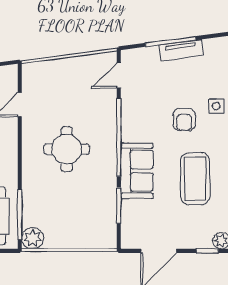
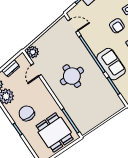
door: (119, 76) -> (73, 26), swing flipped
plant: (33, 238) -> (33, 52), moved

